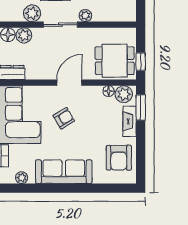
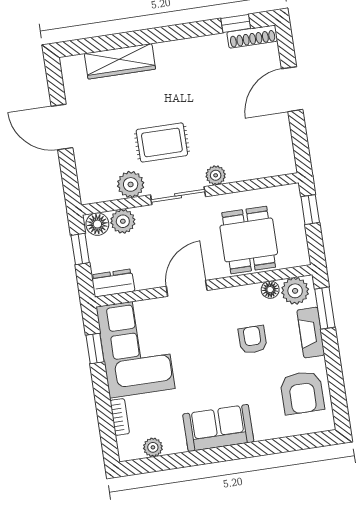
dining table: (115, 61) -> (249, 240), moved, turned 90
window: (141, 62) -> (310, 210), moved
door: (69, 83) -> (187, 288), moved
armchair: (64, 118) -> (253, 340), moved, turned -59
sofa: (64, 172) -> (218, 428), width x0.73

